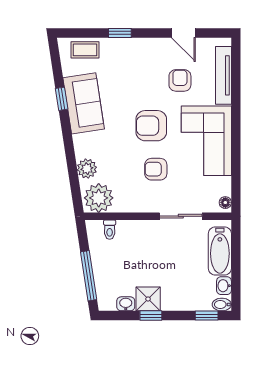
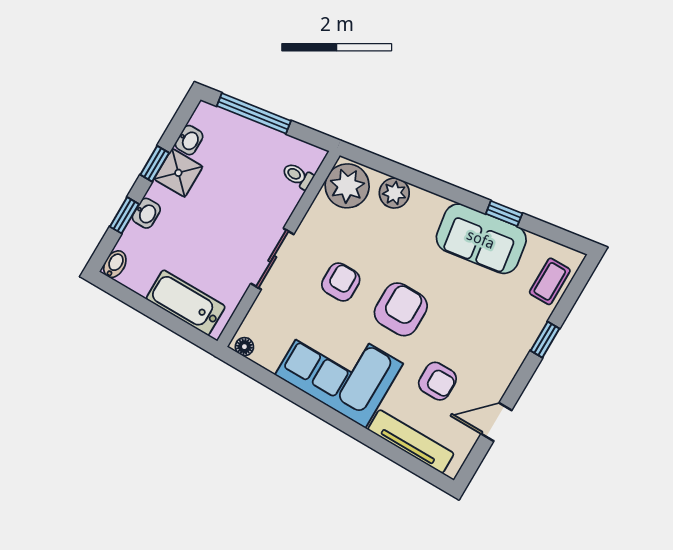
sliding door: (181, 216) -> (272, 259), moved
washbasin: (224, 286) -> (146, 213), moved, turned 90
window: (207, 316) -> (124, 215), moved

